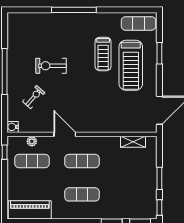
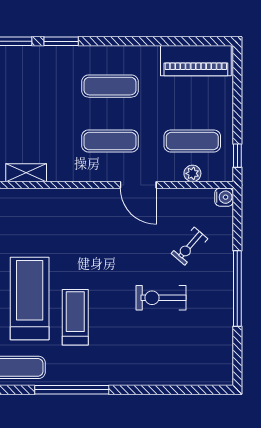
window: (74, 10) -> (72, 390), moved
exercise bike: (51, 66) -> (161, 298), turned 180

